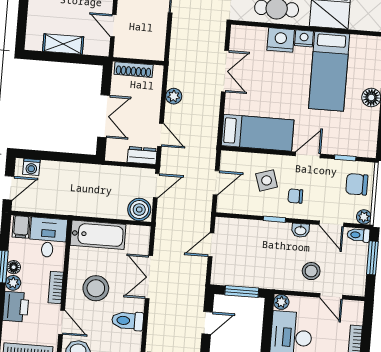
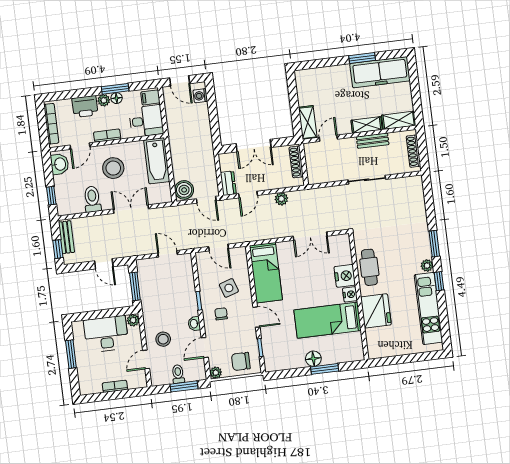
shelving: (63, 44) -> (308, 123), moved
chair: (357, 184) -> (241, 361), turned -90
toilet: (358, 235) -> (178, 374), moved

